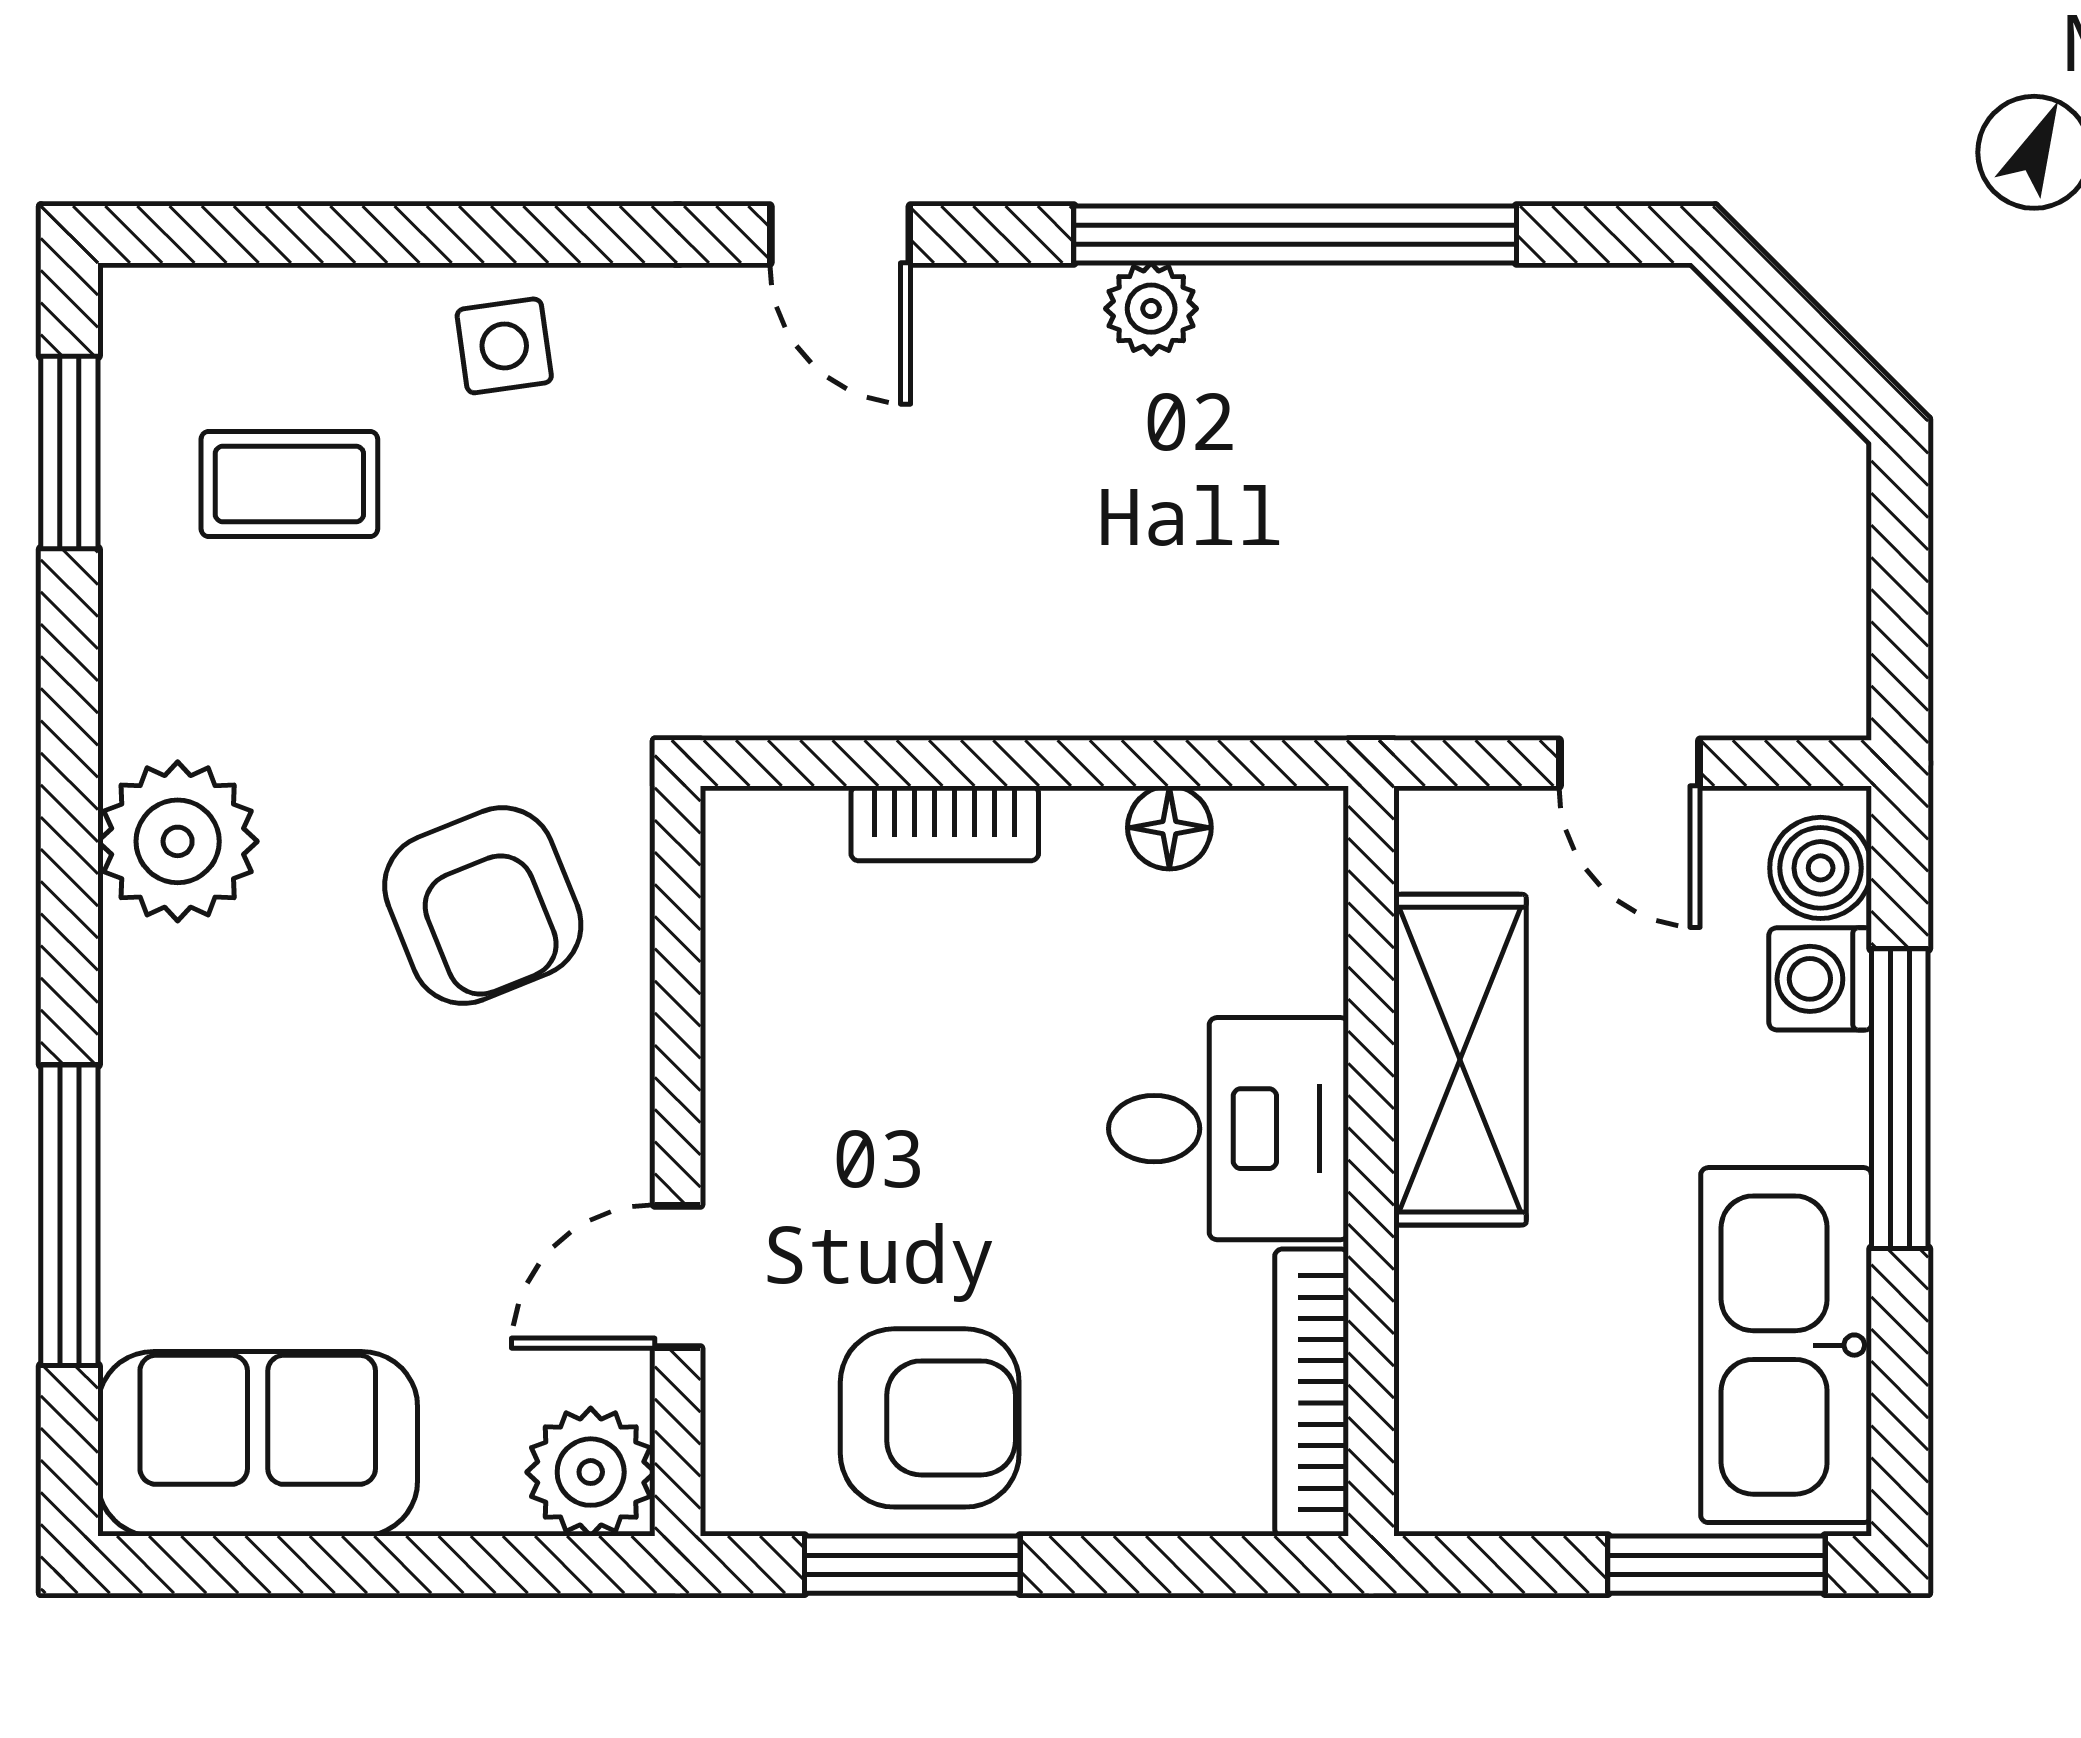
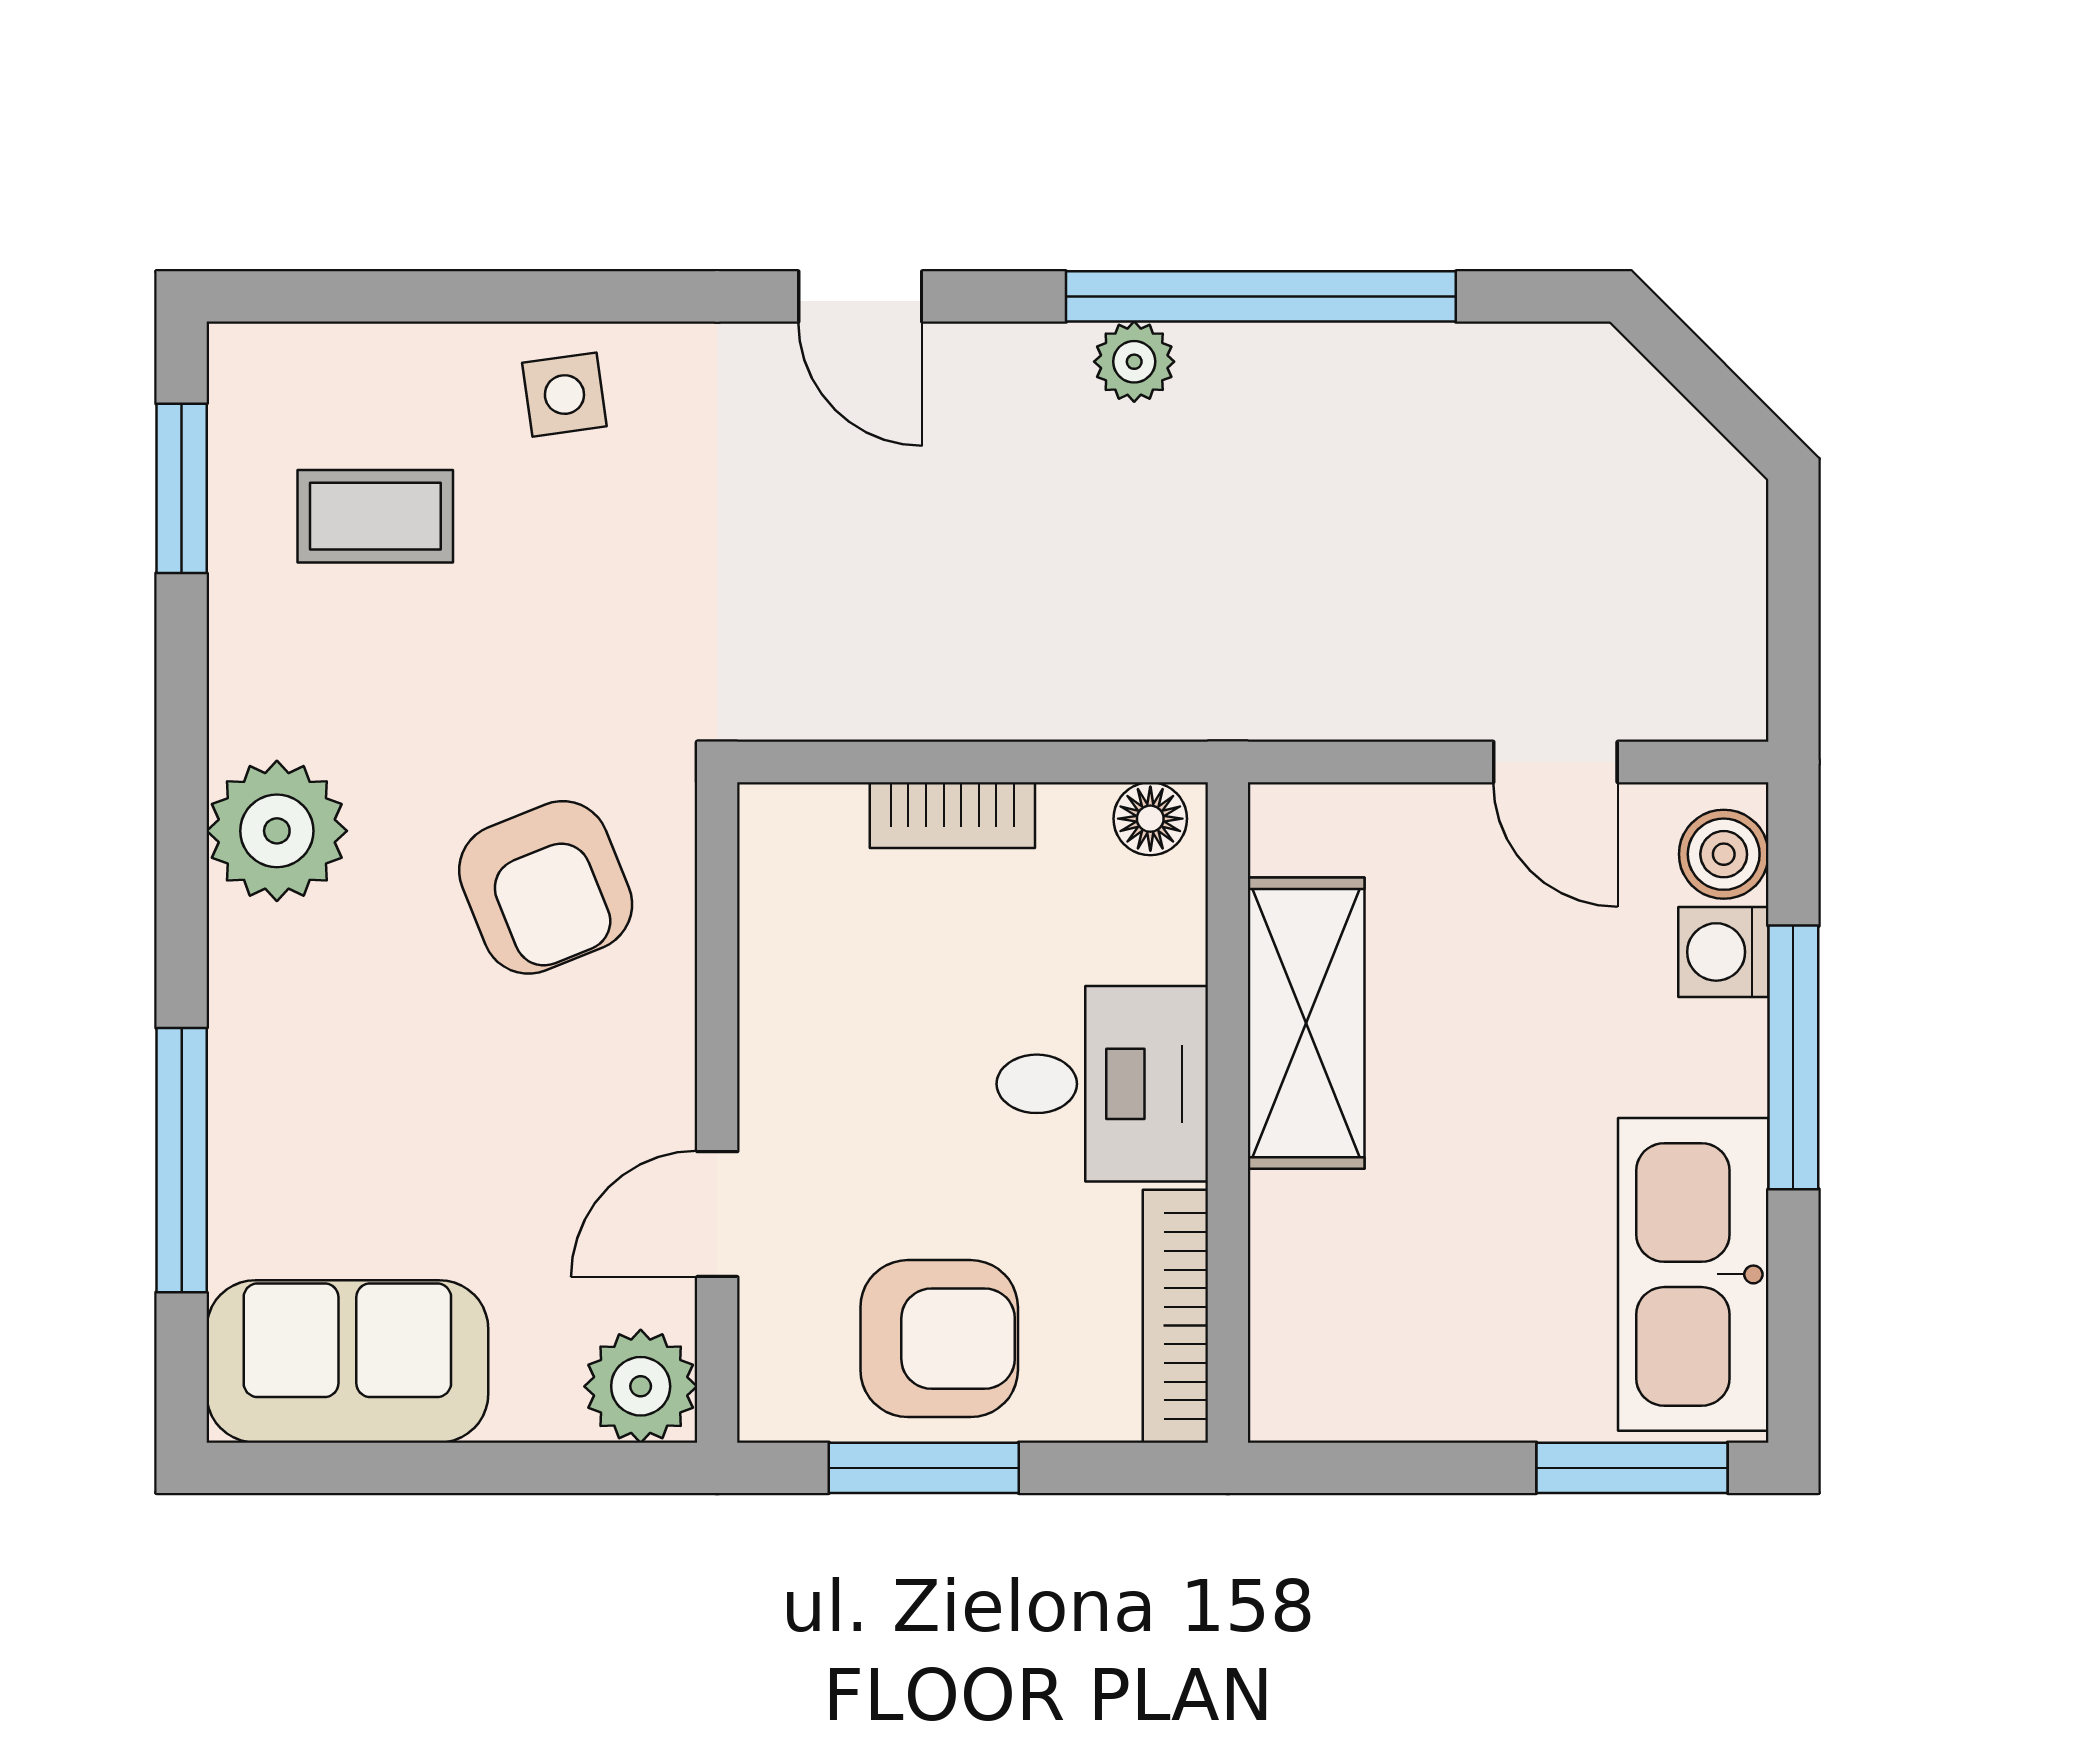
shelving: (1460, 1060) -> (1306, 1023), moved
desk: (1228, 1129) -> (1102, 1084), moved
wall: (1371, 1161) -> (1228, 1112), moved
bookcase: (1312, 1393) -> (1175, 1316), moved

